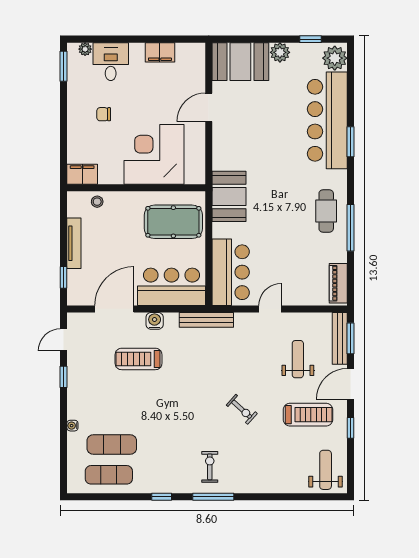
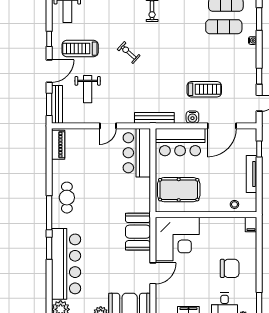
chair: (104, 114) -> (230, 268), width x1.87, depth x1.87
corner desk: (154, 154) -> (177, 239), moved
filing cabinet: (82, 174) -> (251, 224), width x0.50
booth: (229, 196) -> (138, 232), moved
window: (350, 228) -> (49, 213), moved
window: (64, 455) -> (259, 19), added

